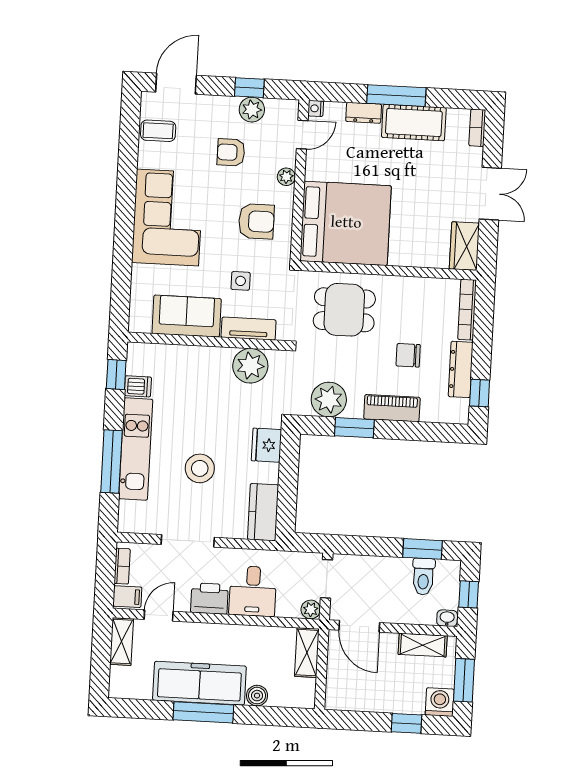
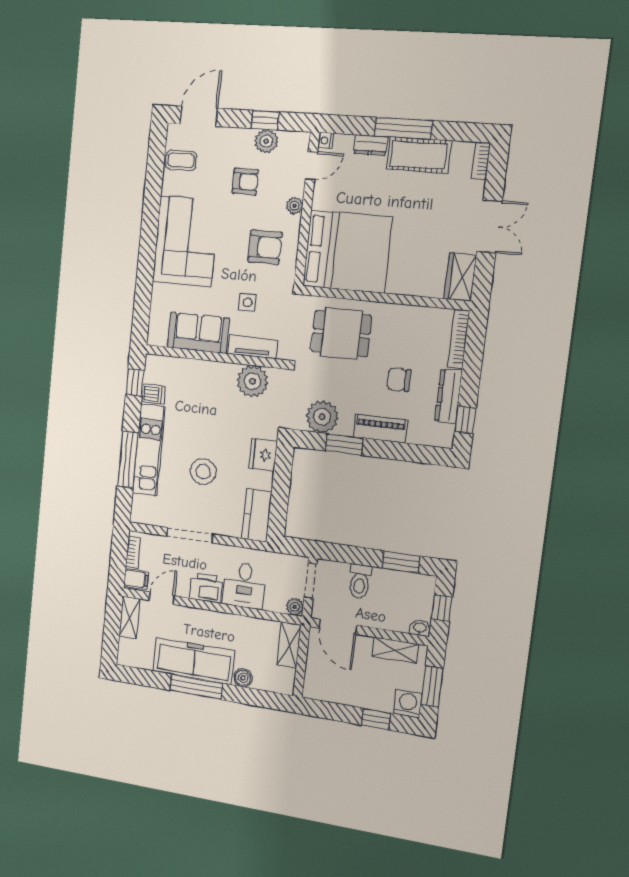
armchair: (231, 152) -> (245, 182), turned 180
toilet: (423, 577) -> (360, 581), moved

